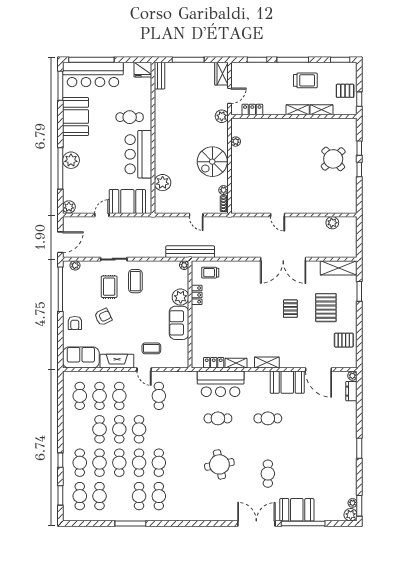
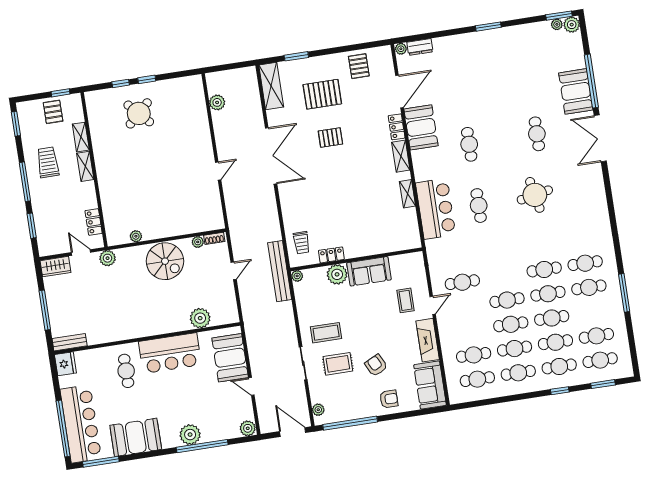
locker: (214, 363) -> (397, 127), moved
cafe table: (119, 396) -> (518, 373), moved
cafe table: (268, 474) -> (537, 134), turned 90

